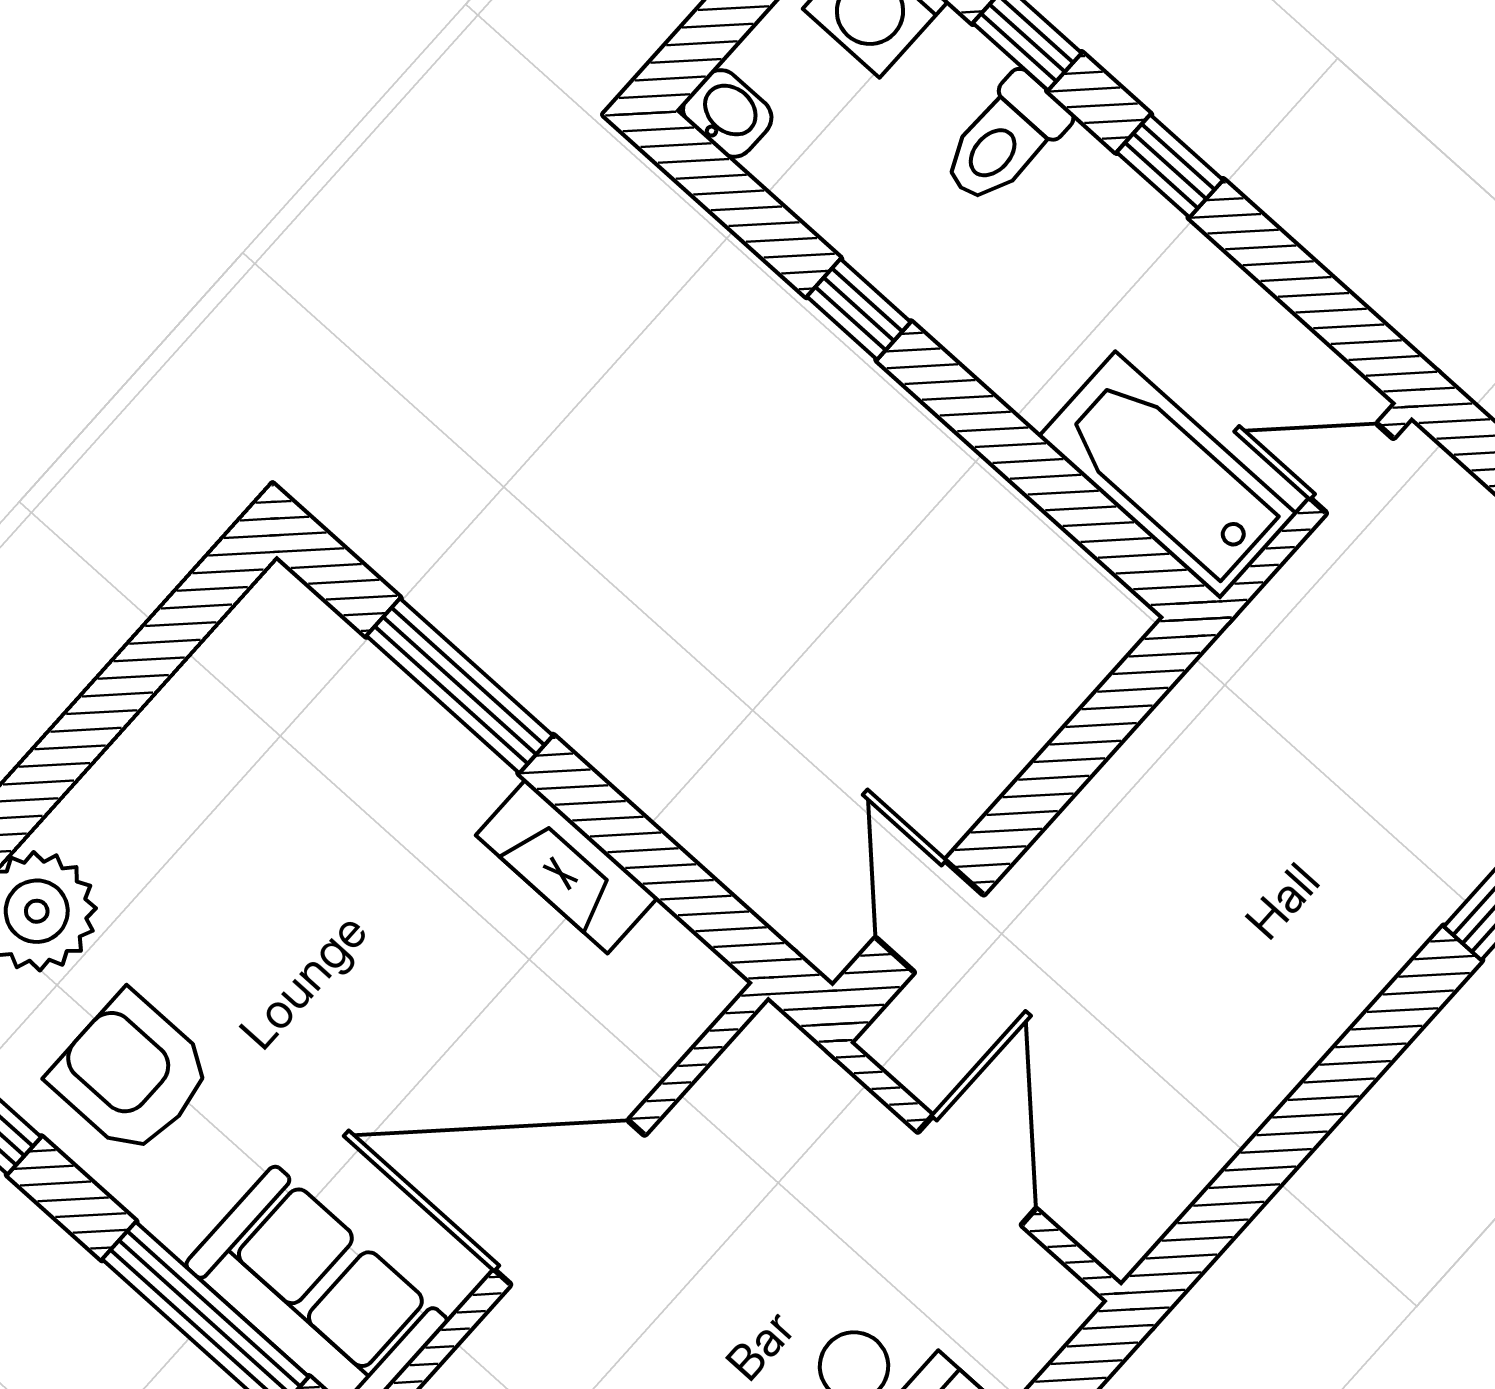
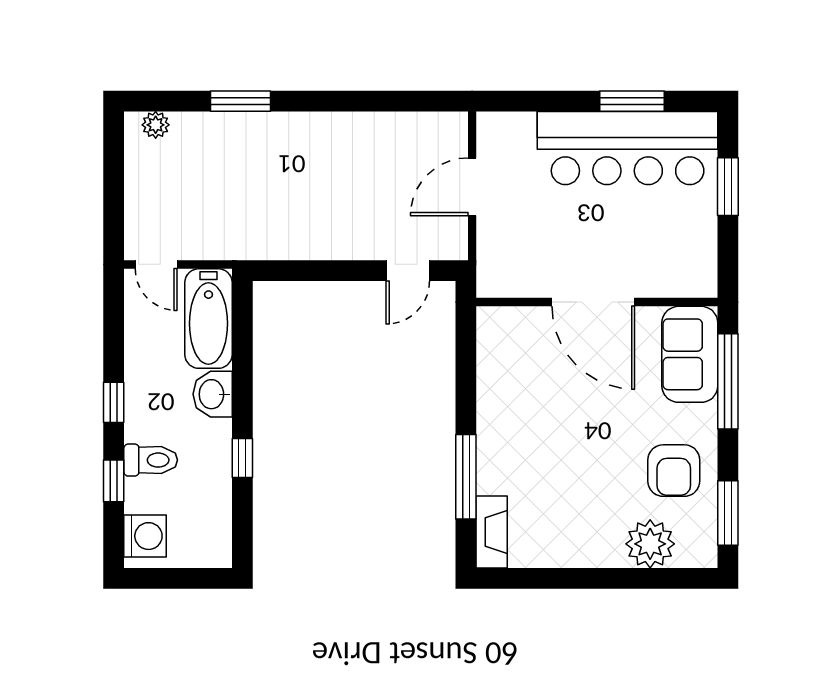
washbasin: (727, 113) -> (213, 394), moved, width x1.38, depth x1.45
fireplace: (567, 866) -> (492, 532), moved

